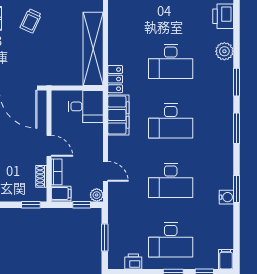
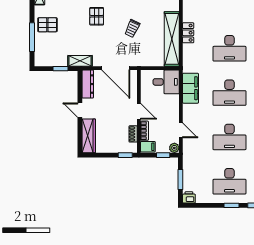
trolley: (31, 21) -> (132, 28), moved
locker: (115, 79) -> (188, 33), moved
printer: (133, 261) -> (189, 197), moved

